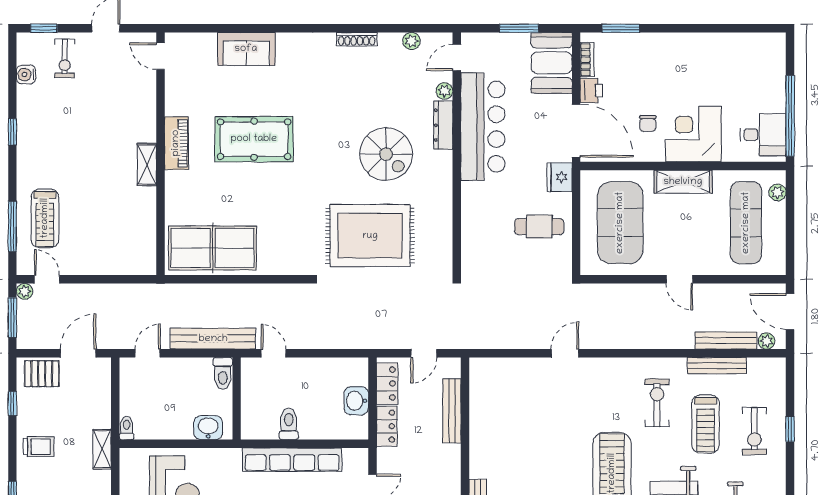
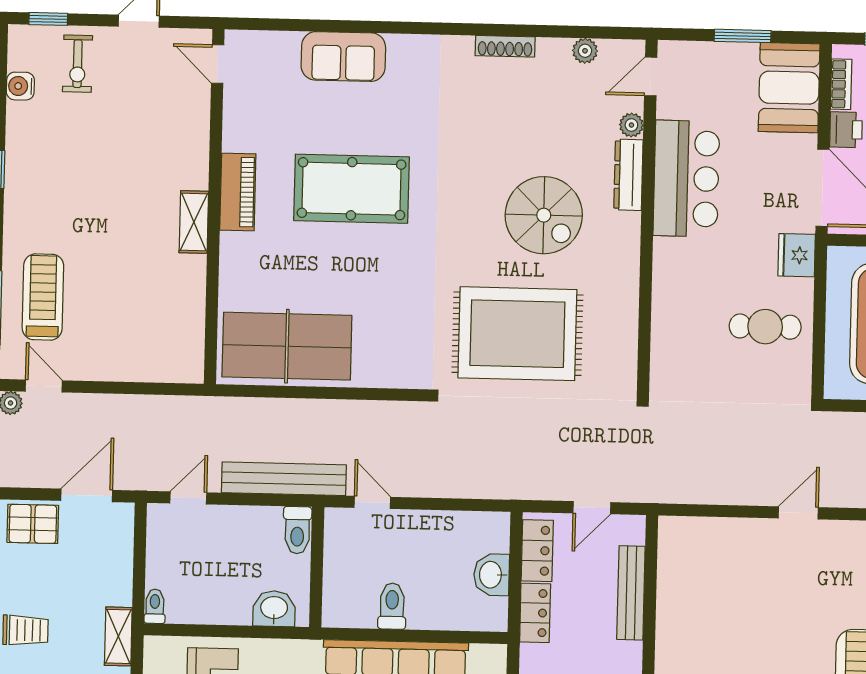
bar counter: (483, 127) -> (686, 179), width x0.73
treadmill: (45, 218) -> (43, 297), turned 180

